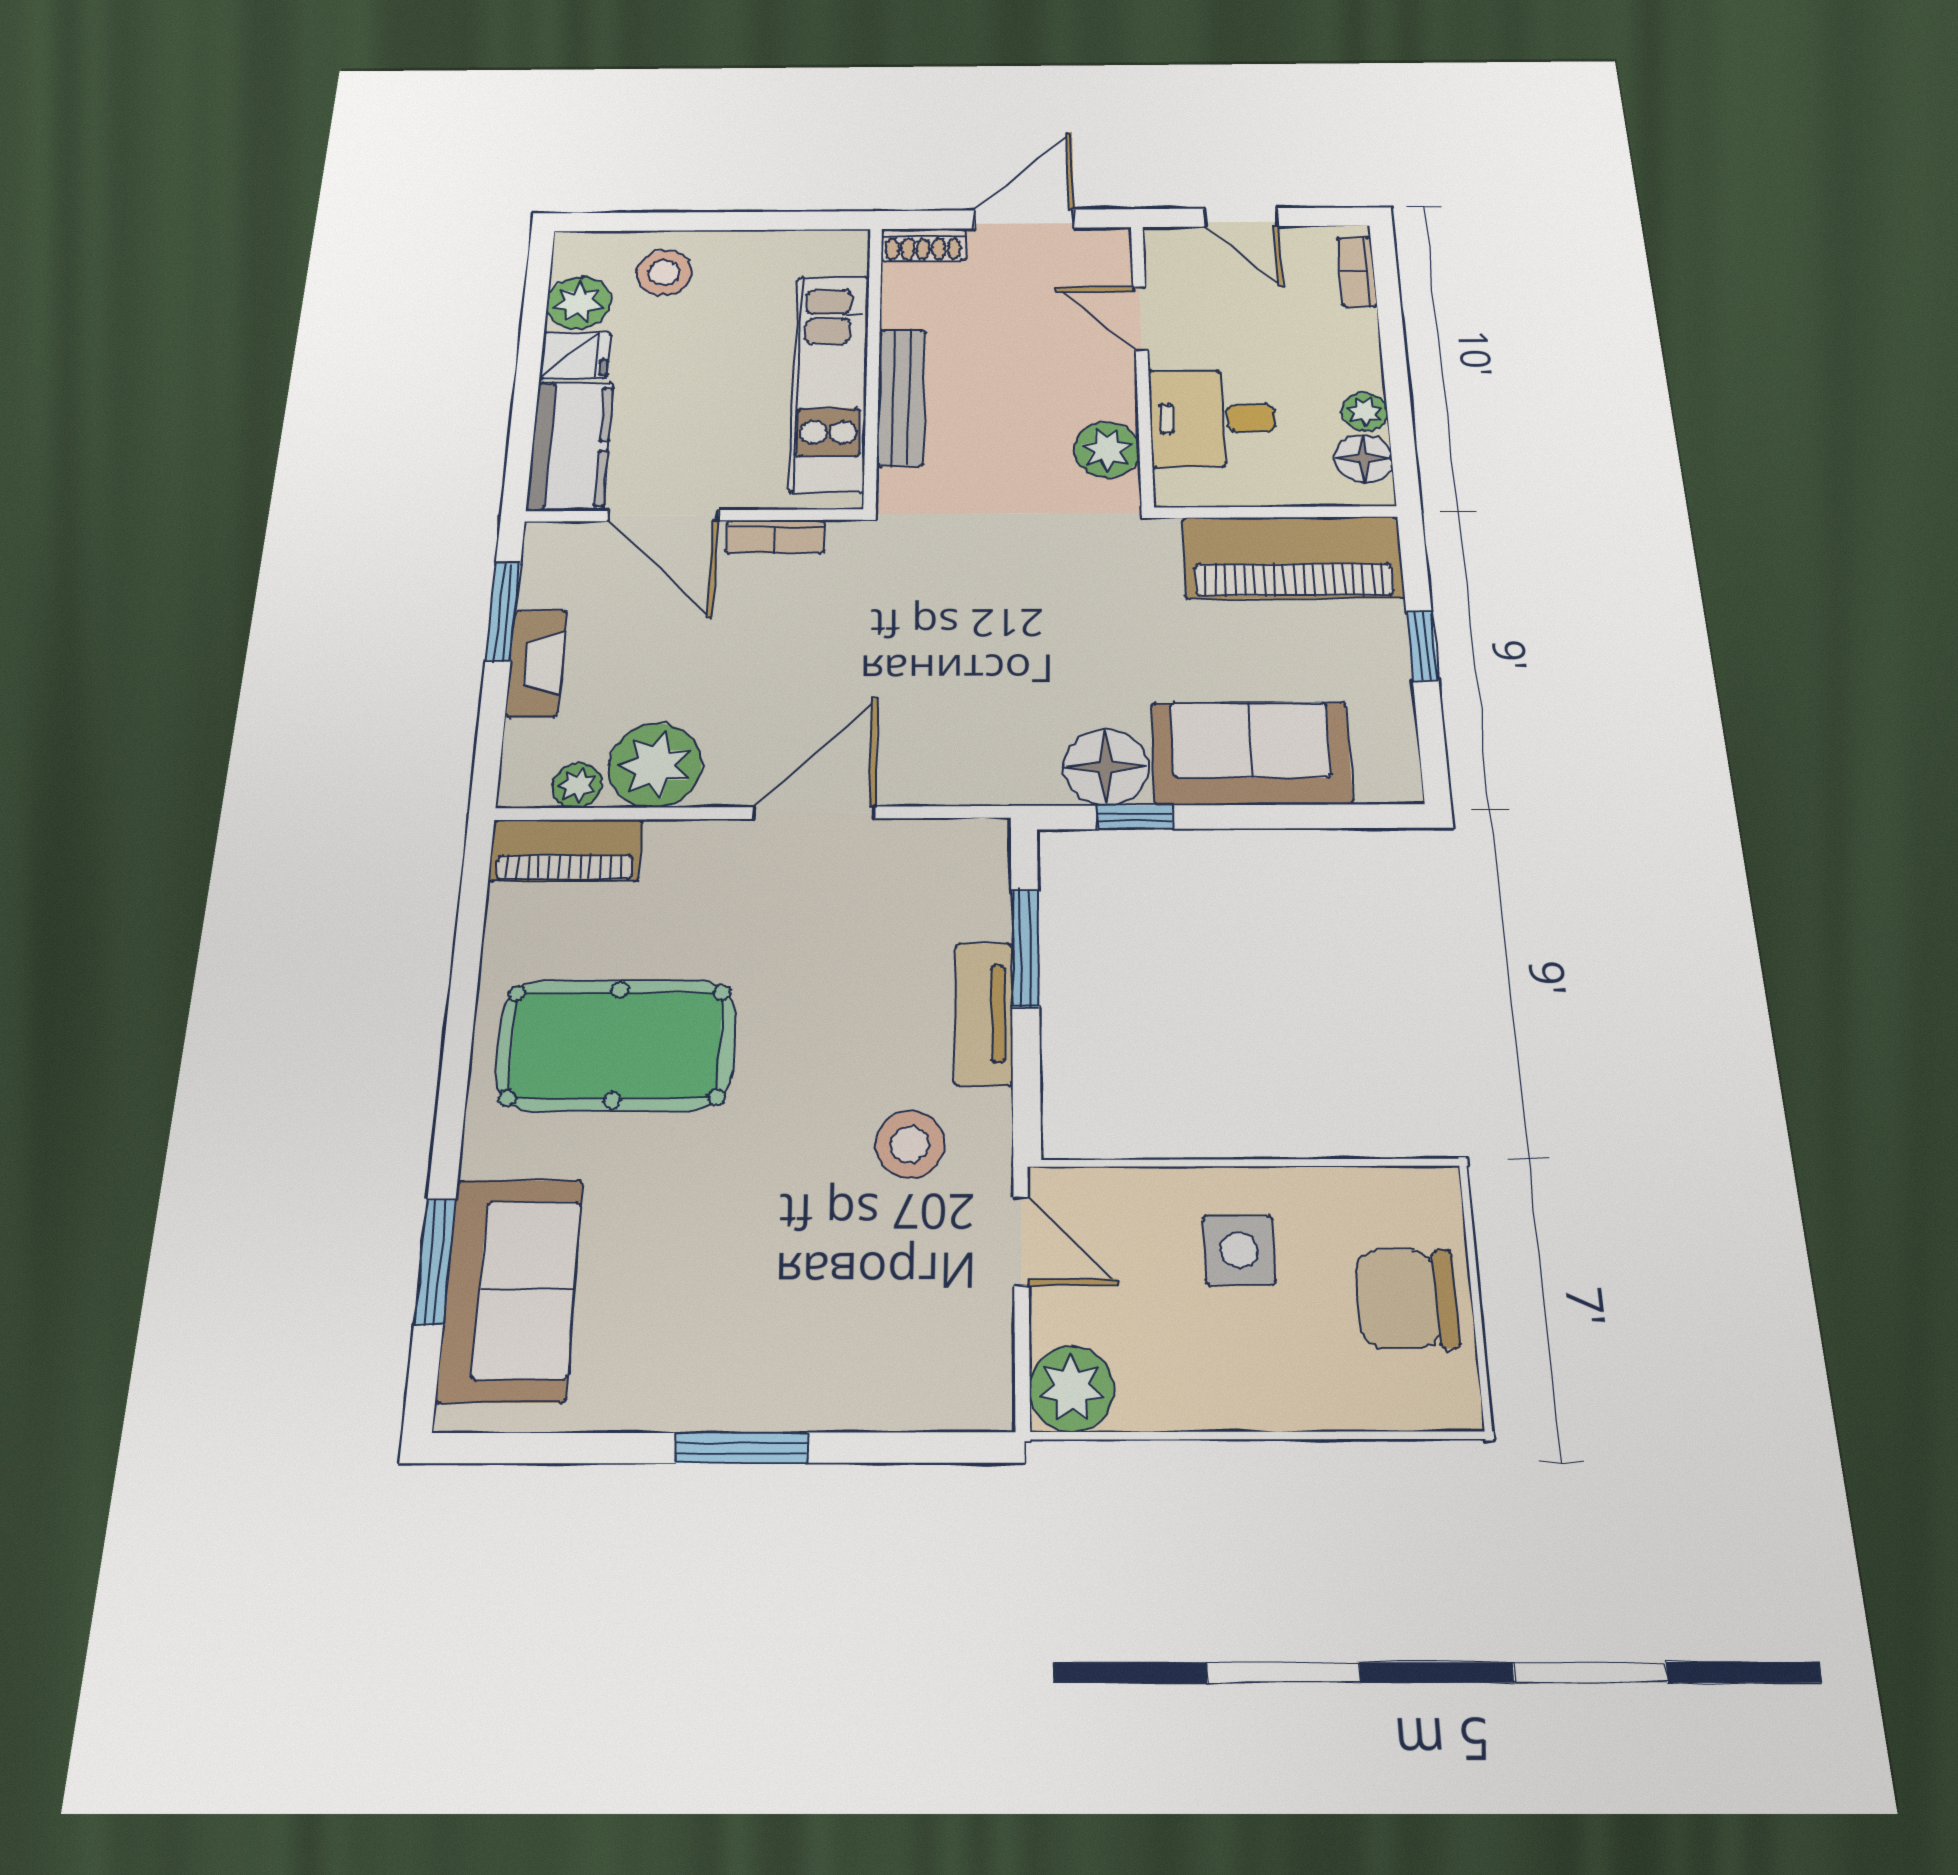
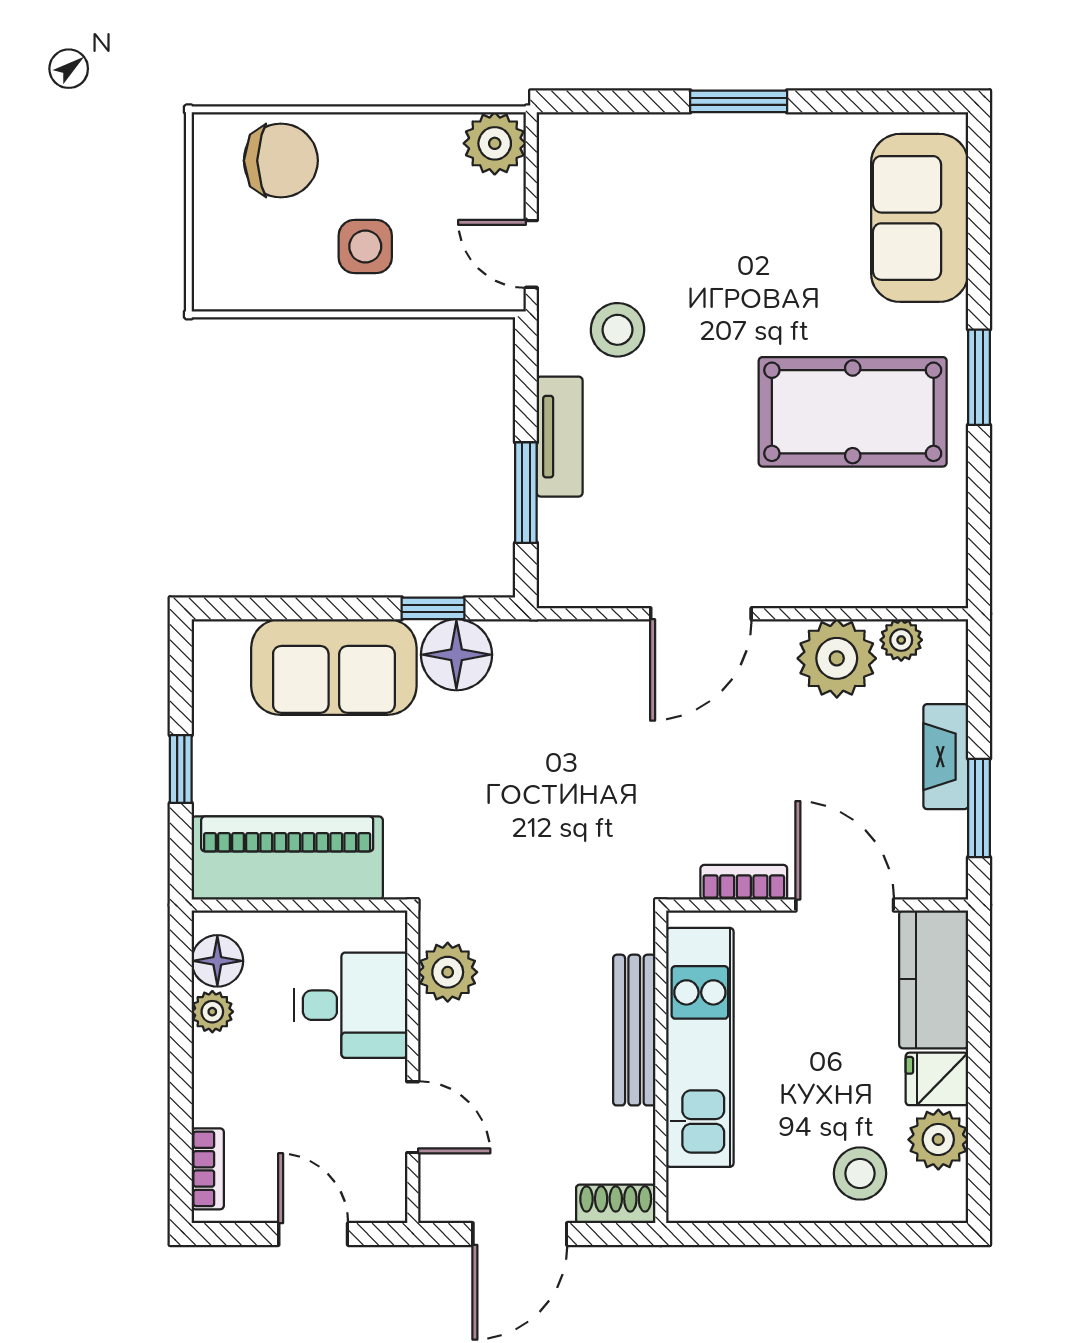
piano: (566, 850) -> (906, 581), removed
window: (435, 1261) -> (979, 377), moved
chair: (1407, 1299) -> (281, 161), moved

